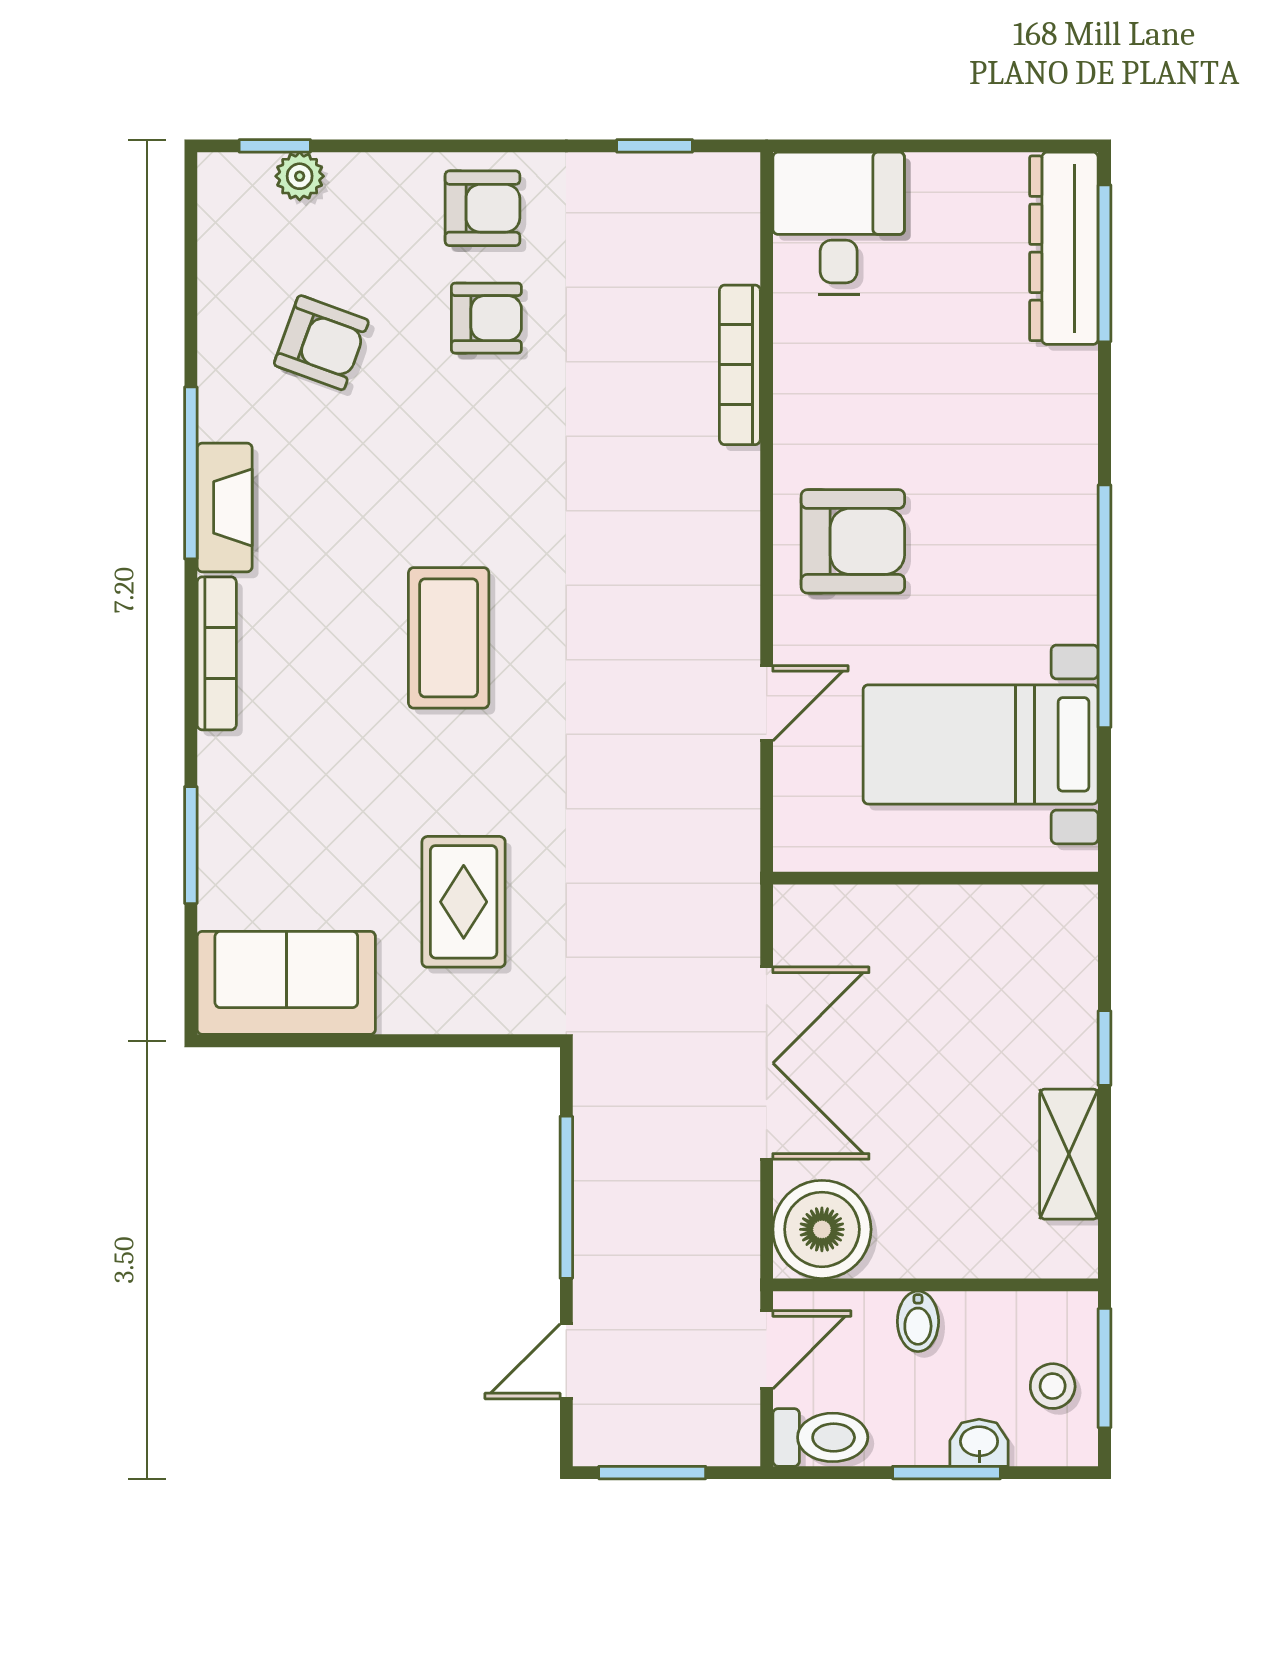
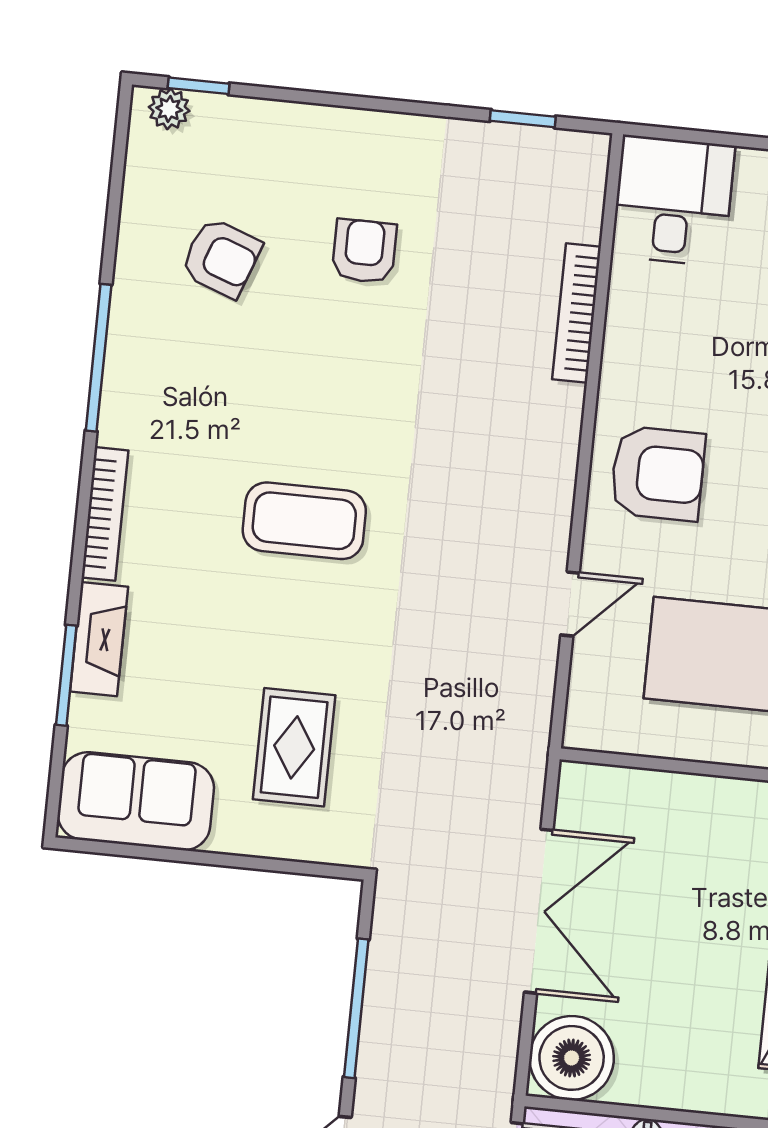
plant: (300, 176) -> (169, 109), moved
armchair: (482, 208) -> (370, 157), removed
armchair: (486, 318) -> (364, 251), turned -90
fireplace: (225, 507) -> (99, 639), moved
coffee table: (449, 638) -> (304, 521), turned 90

